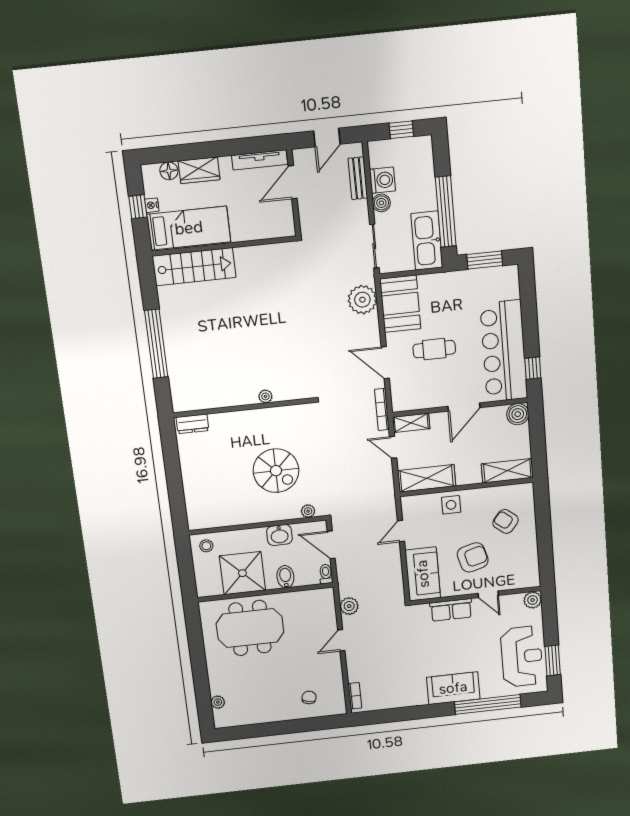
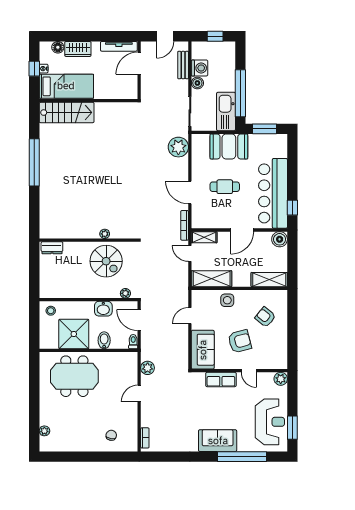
booth: (400, 304) -> (229, 147), moved, turned 90
plant: (265, 396) -> (105, 234), moved
wall: (243, 408) -> (89, 240), moved
dresser: (192, 424) -> (52, 248), moved

